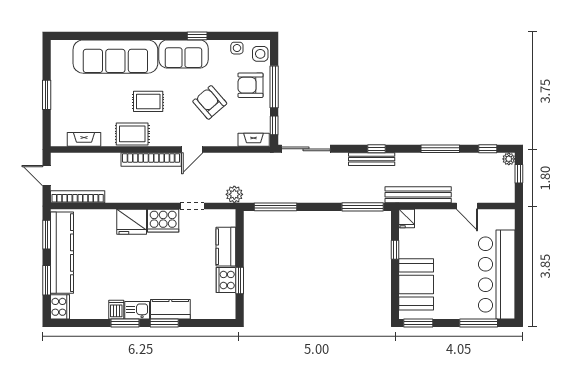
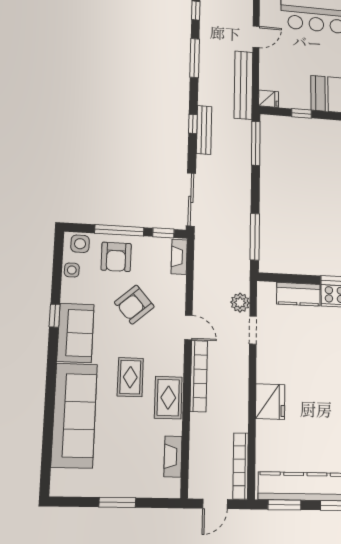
plant: (234, 194) -> (240, 303), moved
cooker: (163, 221) -> (269, 364), removed

